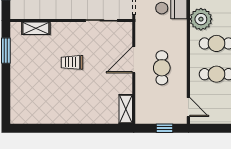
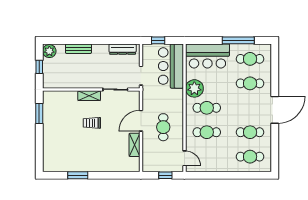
shelving: (36, 28) -> (89, 96), moved
shelving: (126, 109) -> (135, 145), moved
window: (54, 128) -> (78, 175), added

